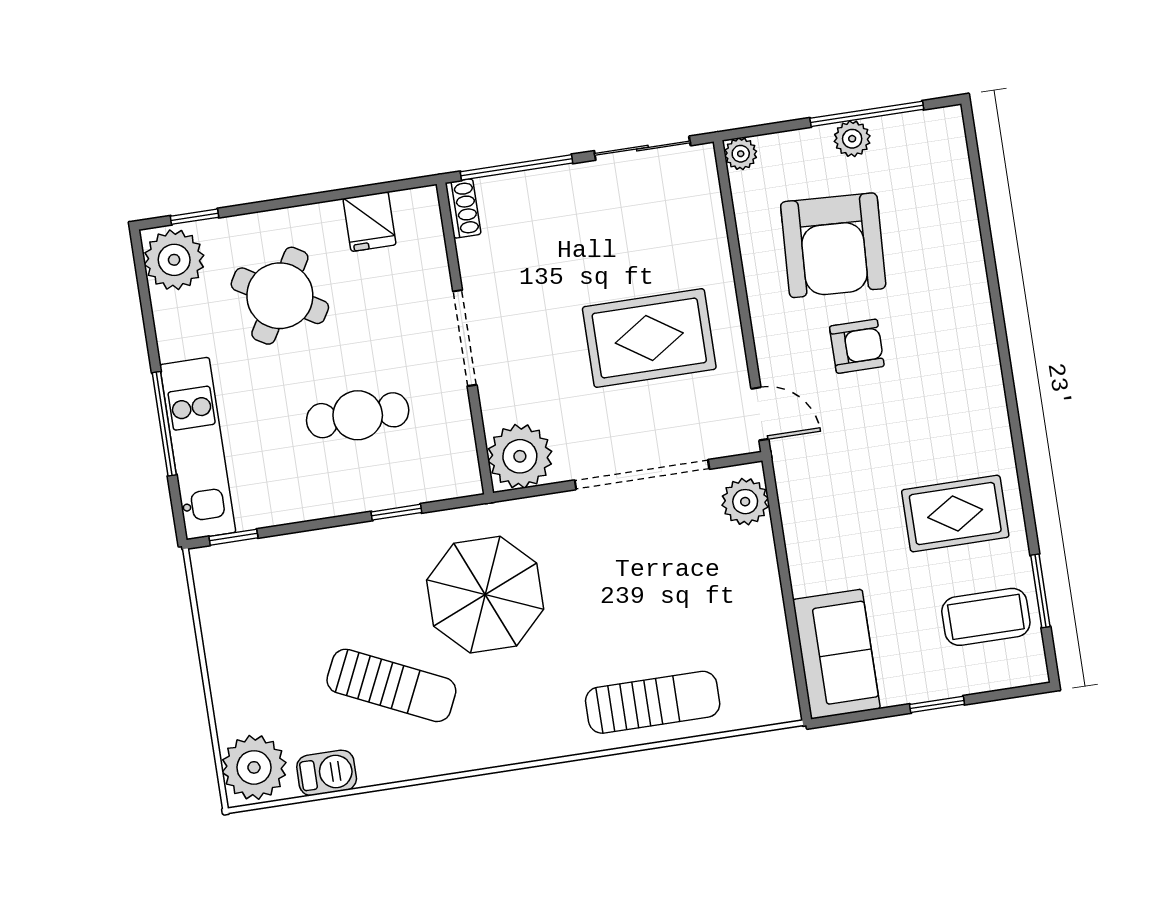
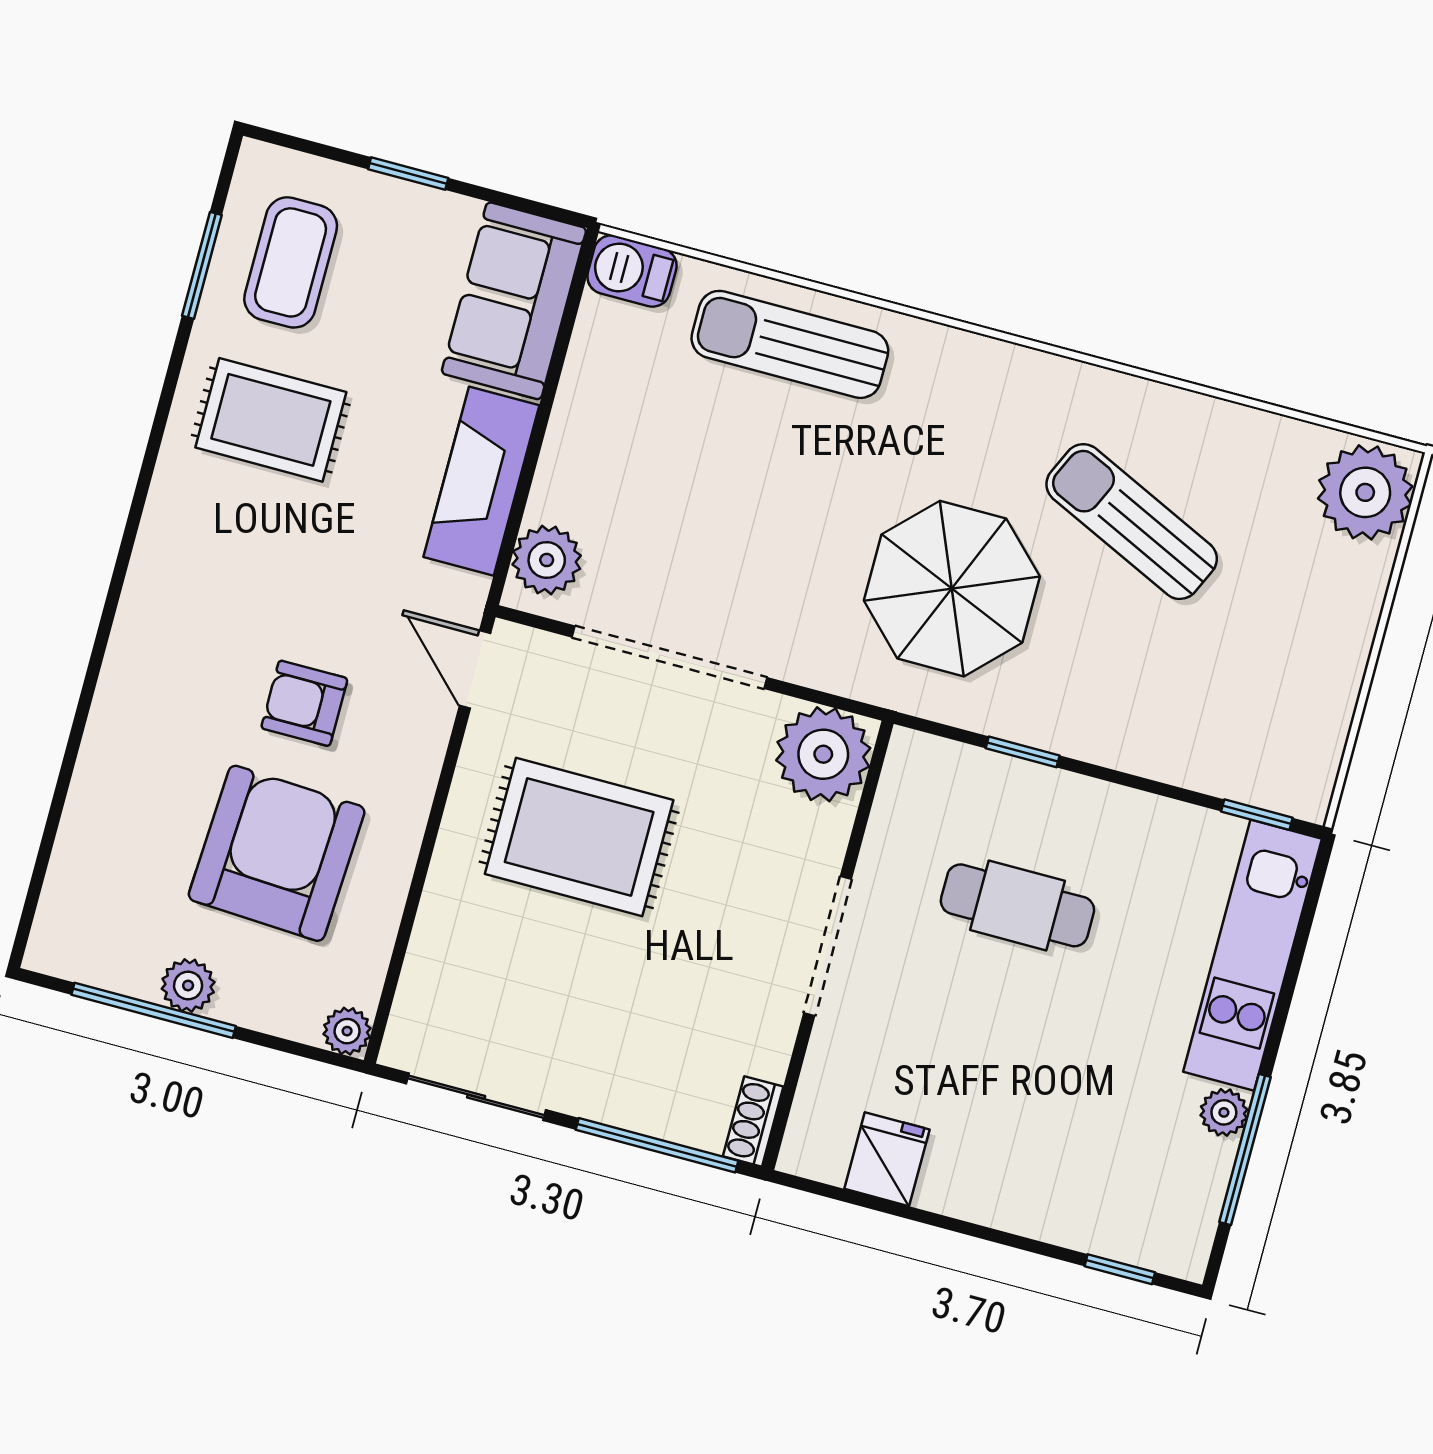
plant: (174, 260) -> (1224, 1112), moved, width x0.53, depth x0.53
round table: (280, 296) -> (1052, 1112), removed
window: (164, 424) -> (1245, 1149), moved
fireplace: (807, 533) -> (481, 481), added
coffee table: (986, 617) -> (291, 262), turned 90
barbecue: (327, 773) -> (632, 271), moved

